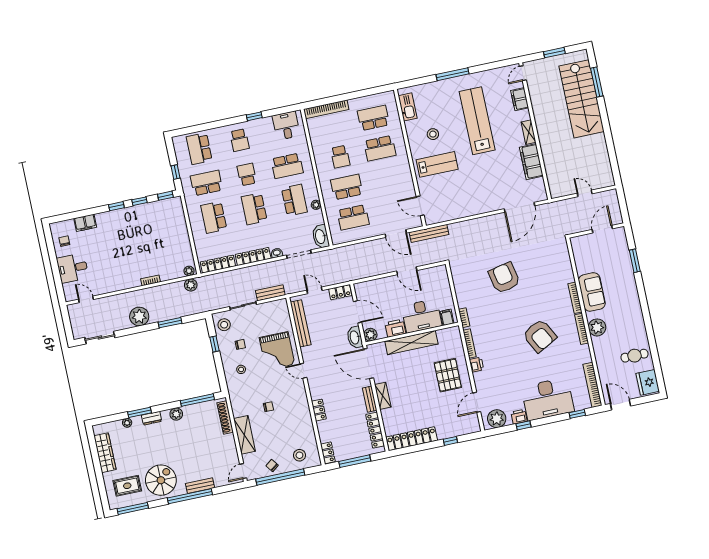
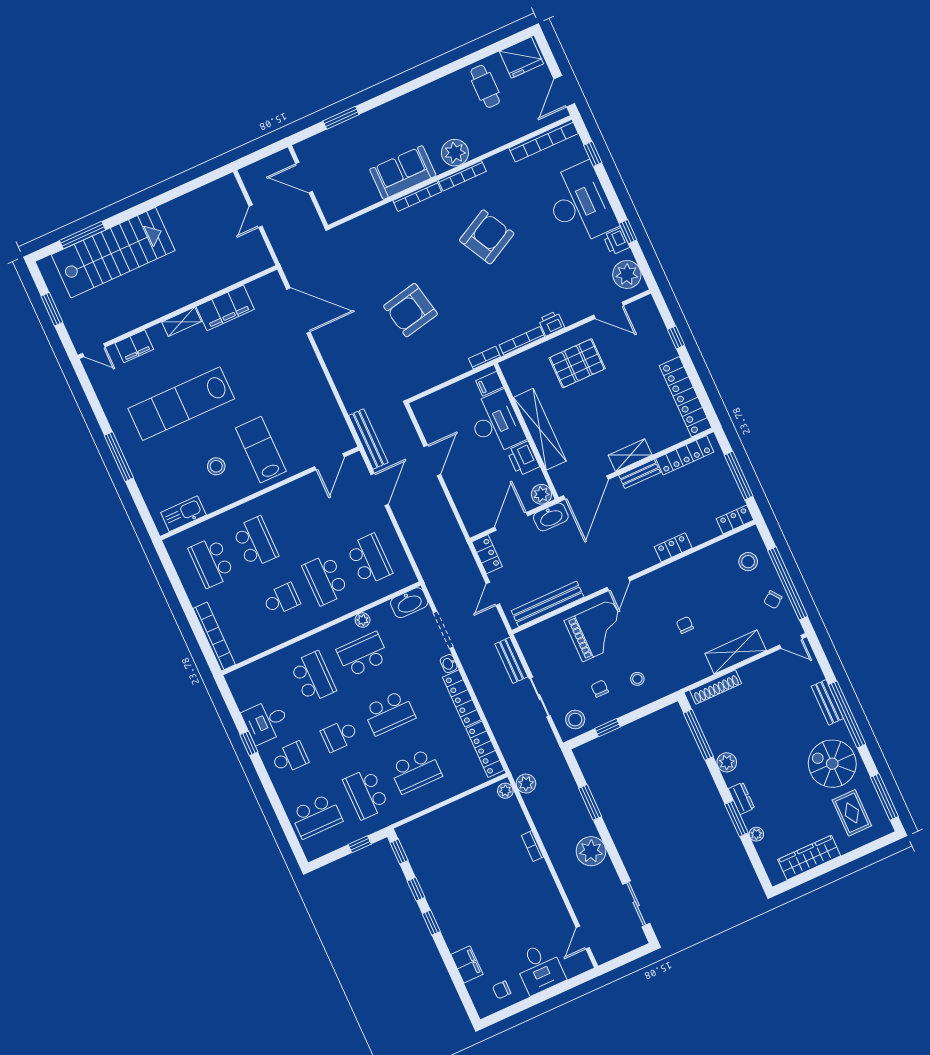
desk: (286, 126) -> (266, 721), moved

